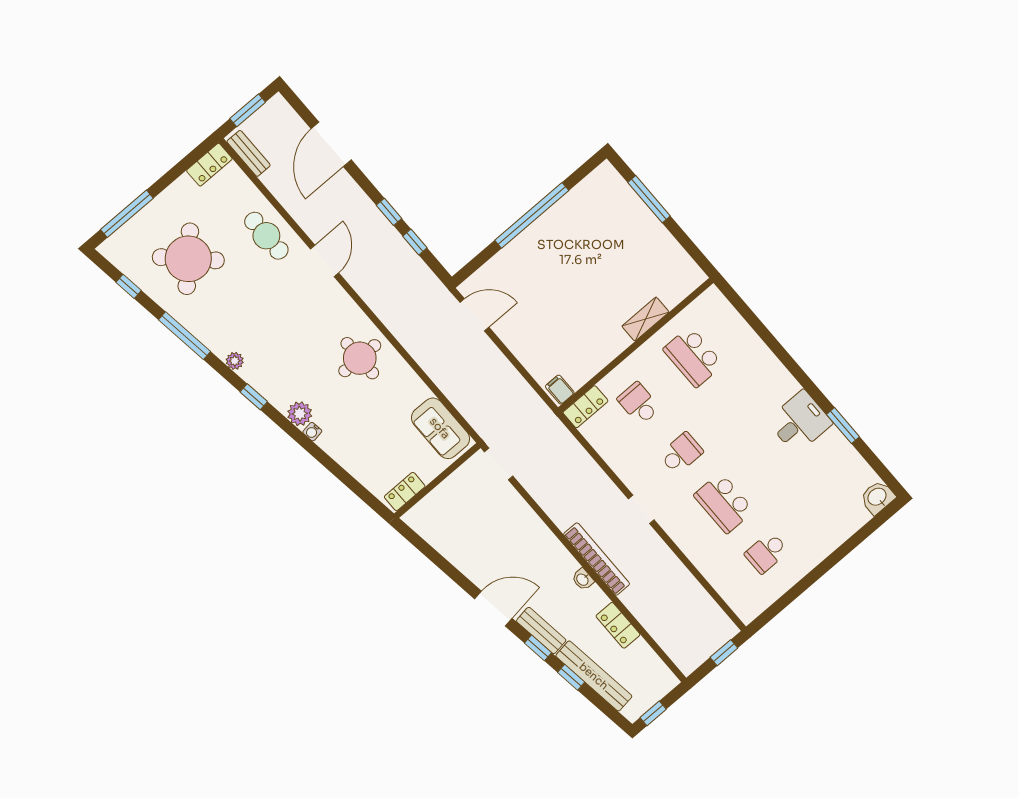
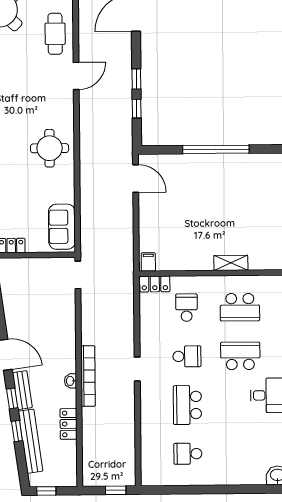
school desk: (693, 357) -> (240, 307), turned -90
school desk: (736, 407) -> (240, 356), added

